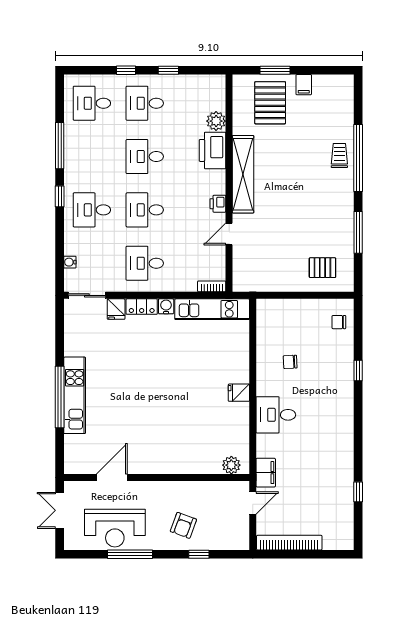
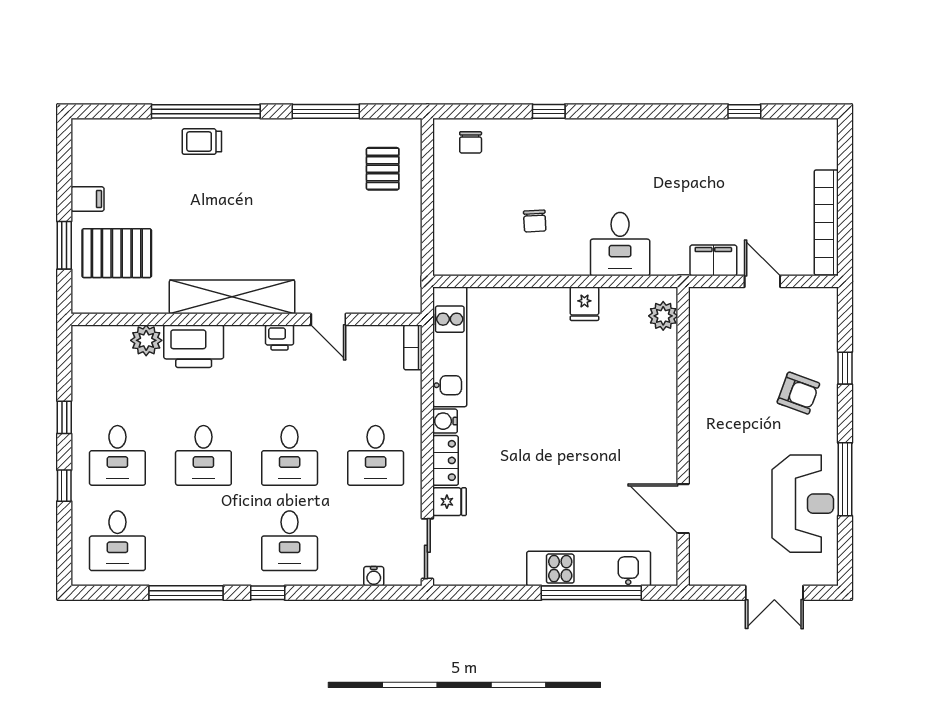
plant: (231, 465) -> (663, 316), moved
door: (112, 478) -> (683, 509), moved
wall: (157, 478) -> (683, 436), moved

